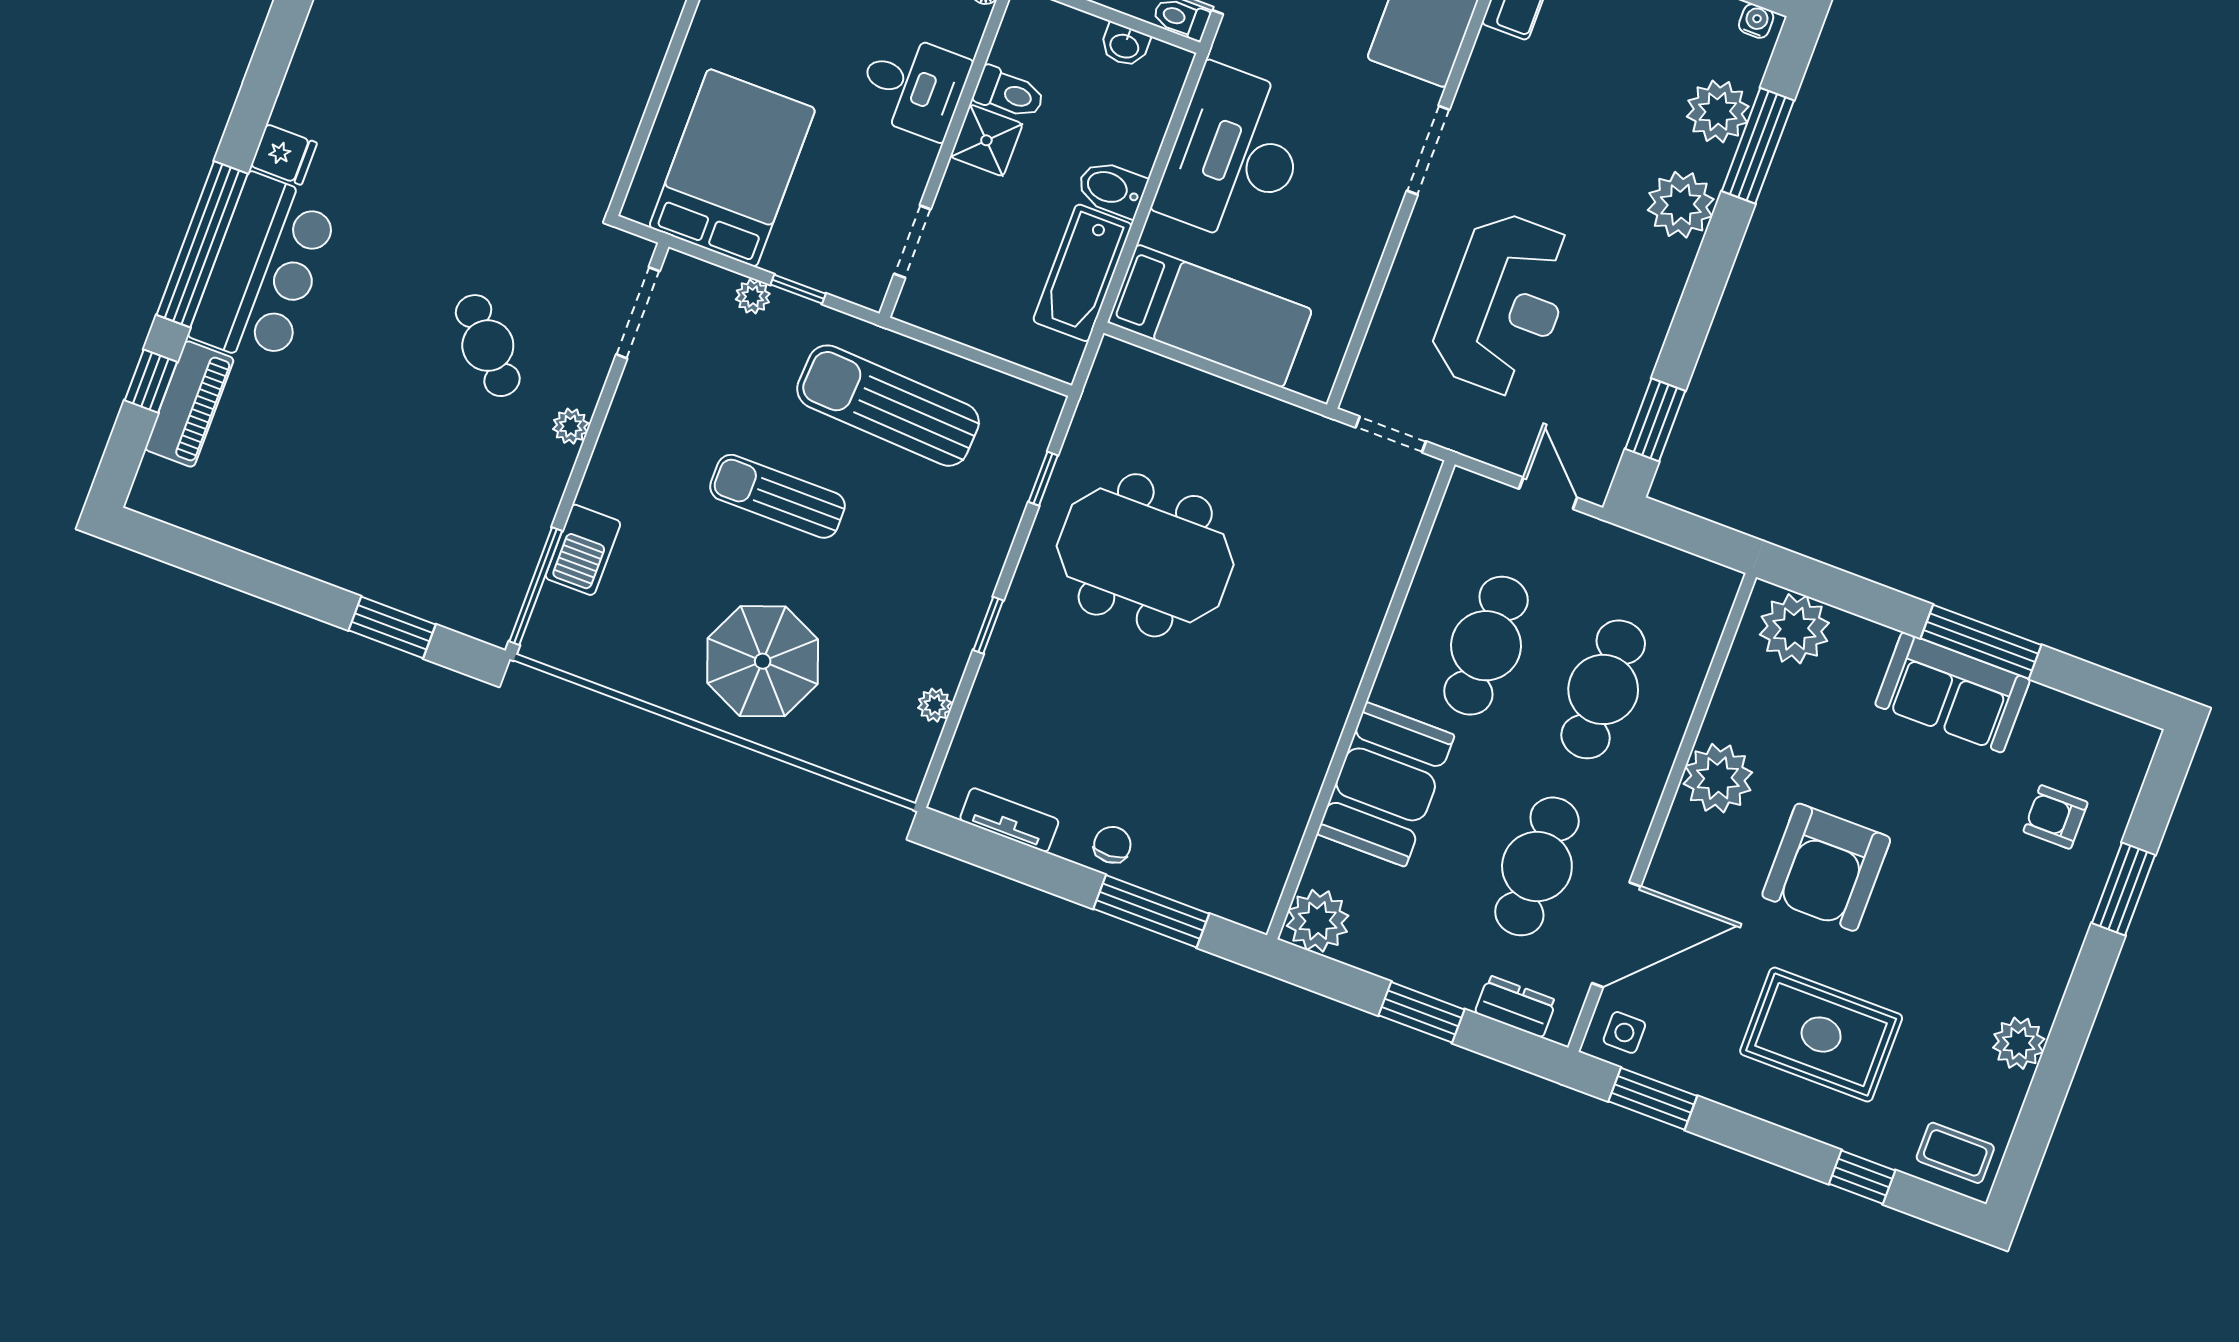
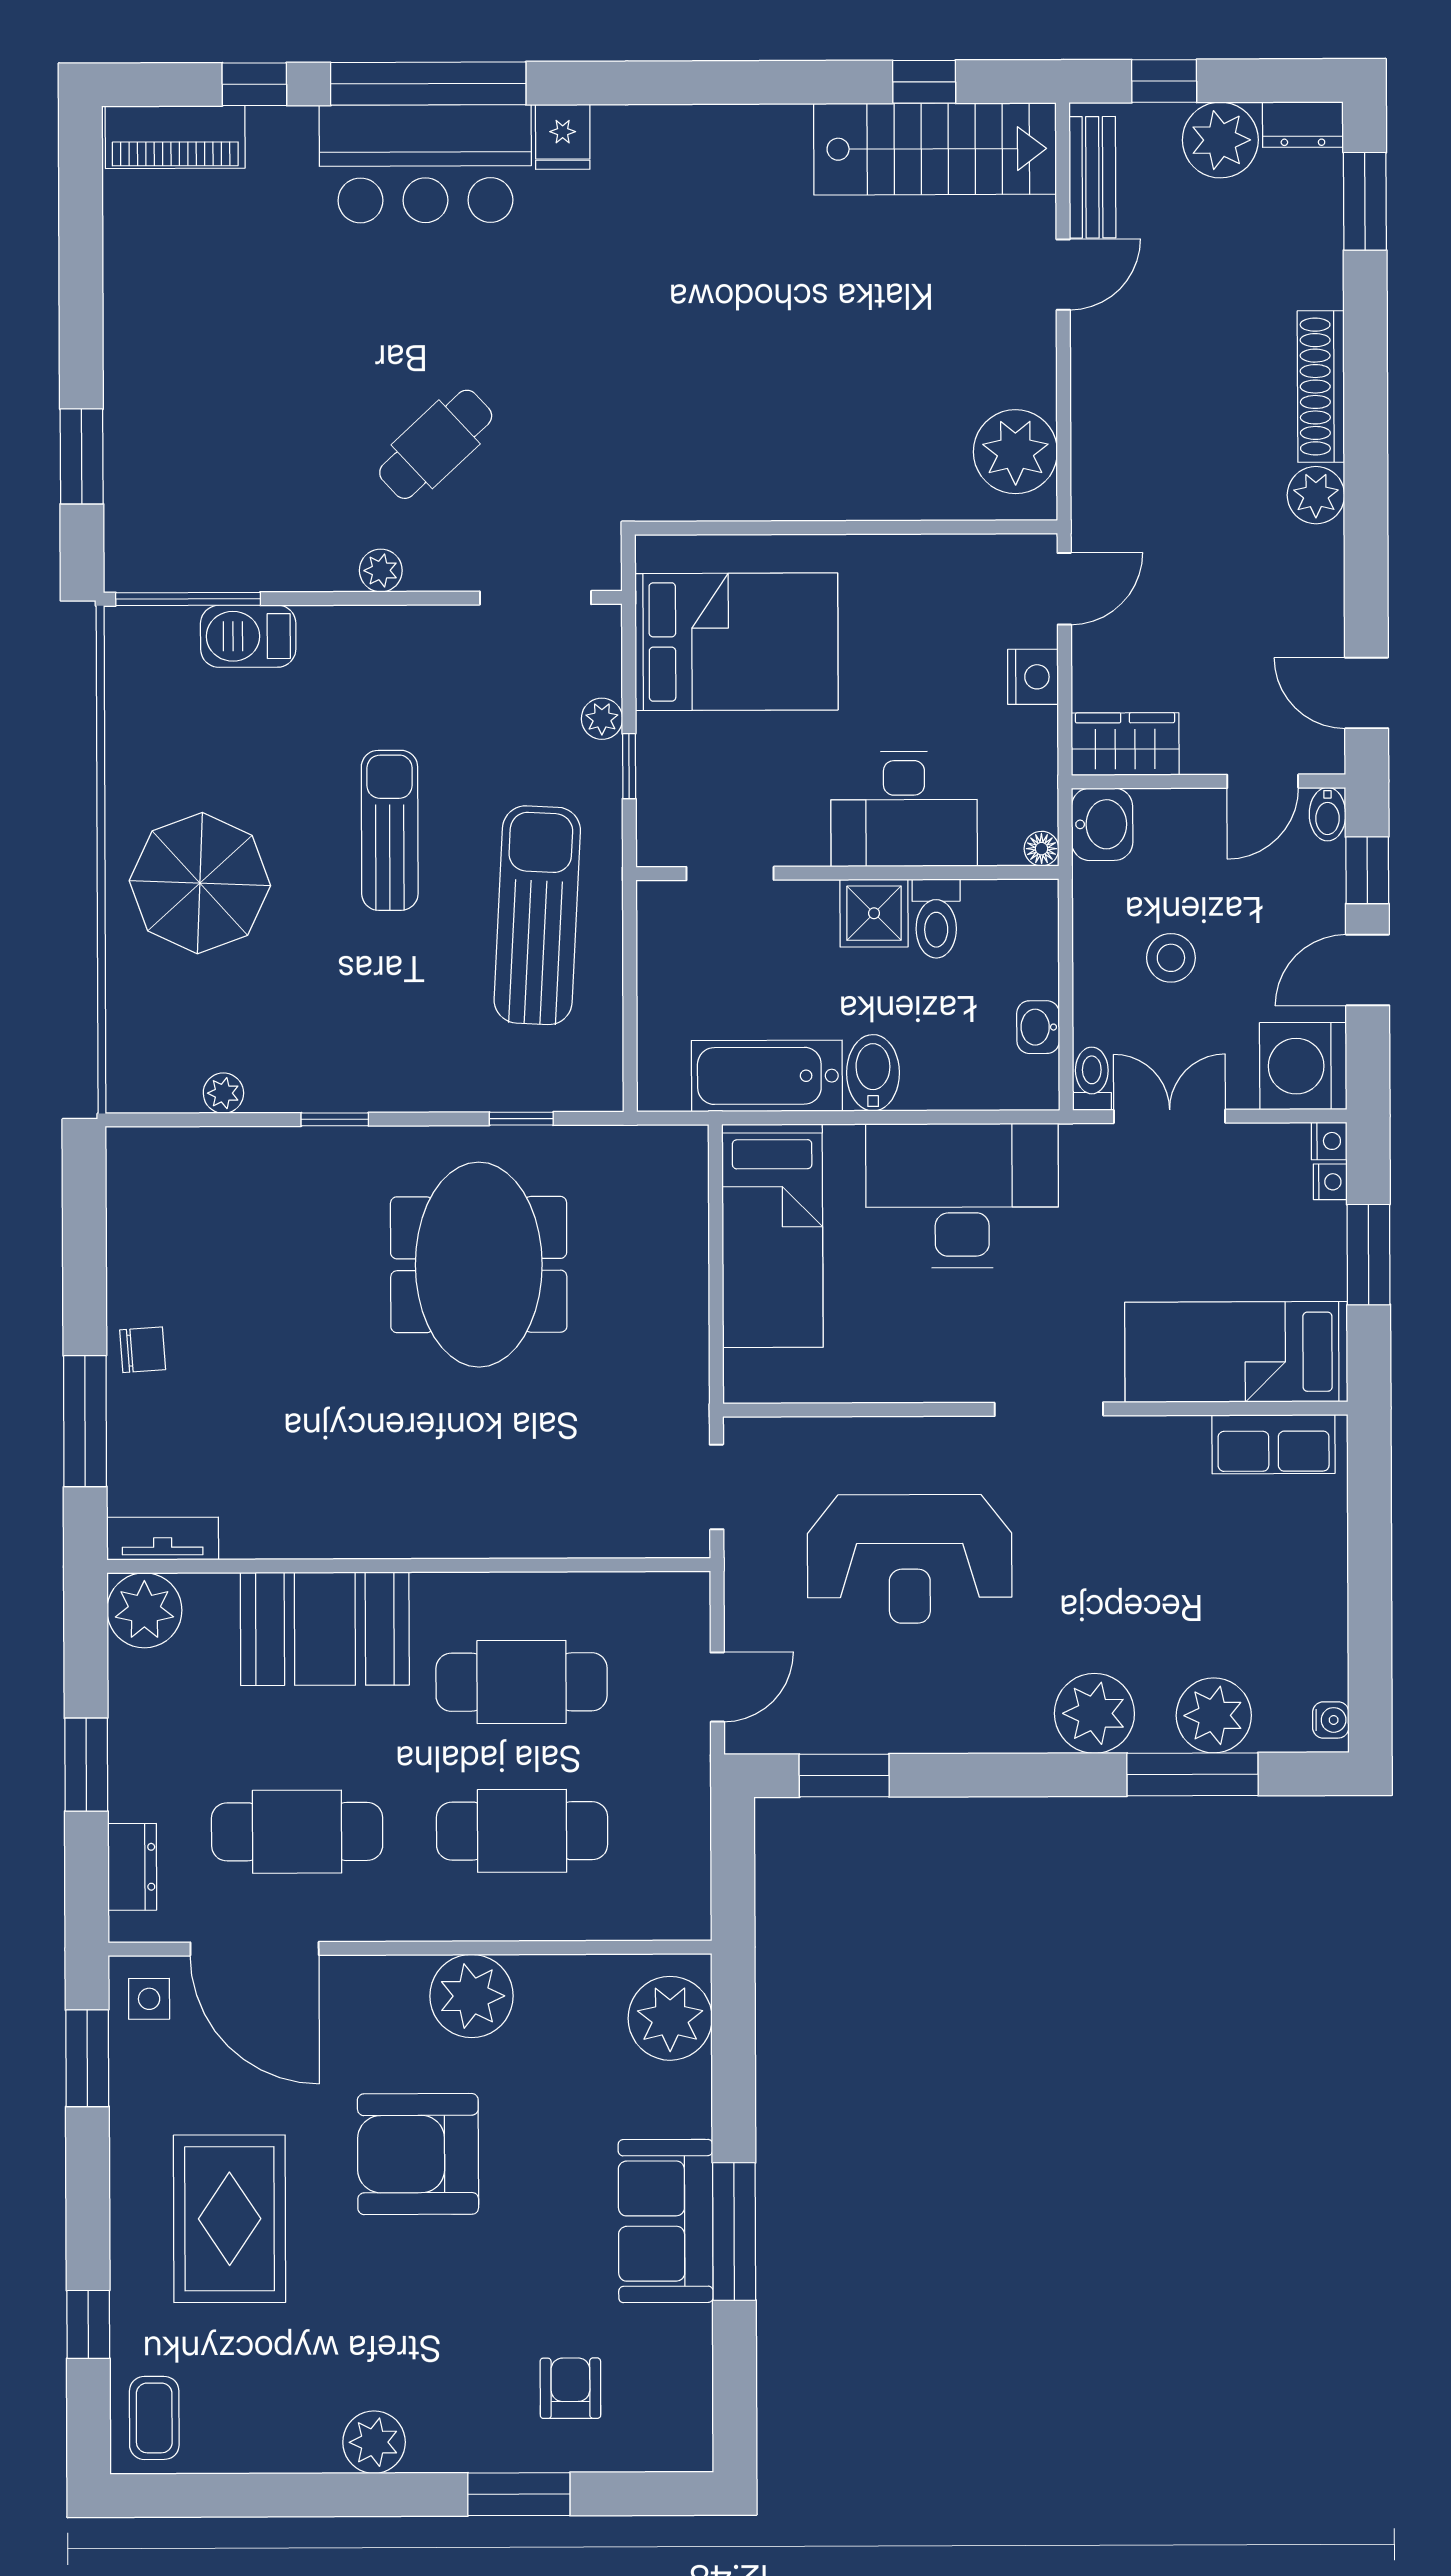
desk: (913, 86) -> (904, 809), width x1.37
piano: (189, 404) -> (175, 137), moved
tv unit: (1009, 820) -> (163, 1539), moved, turned -90
plant: (2019, 1043) -> (374, 2442), moved

